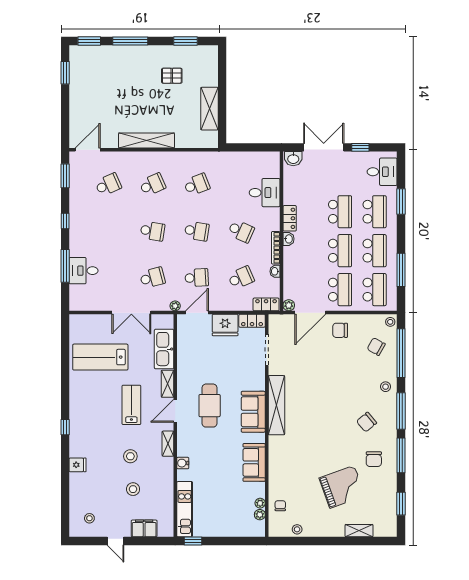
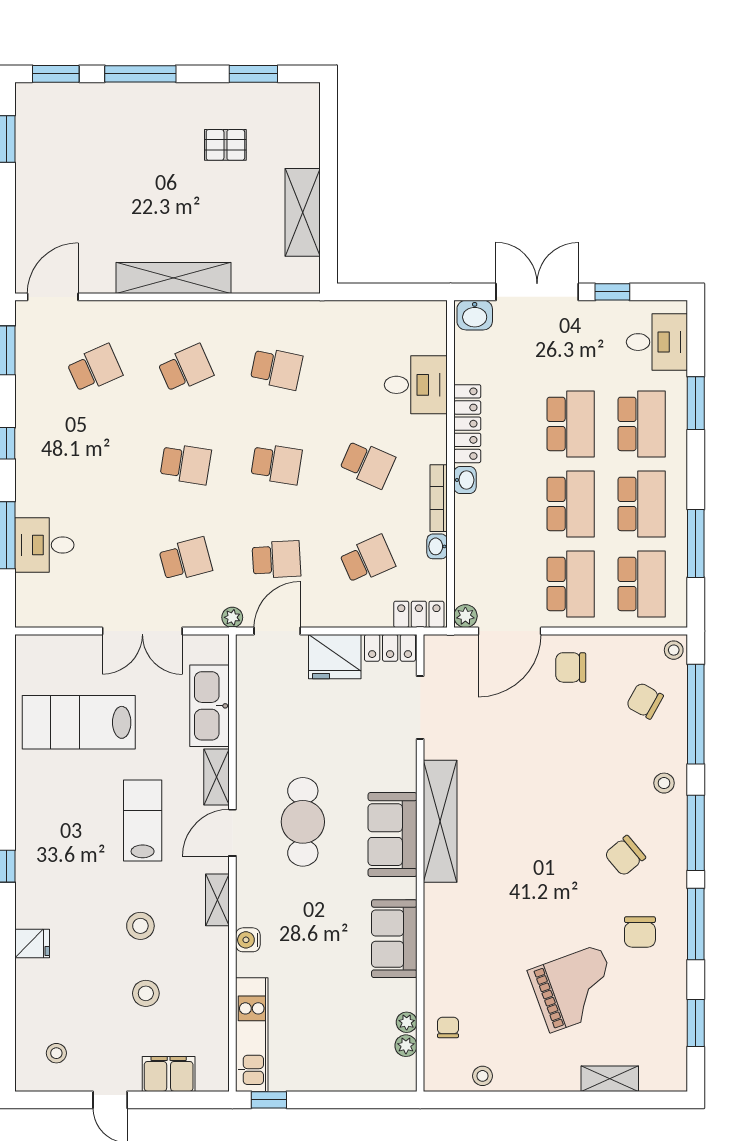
school desk: (197, 185) -> (276, 368), turned 33
locker: (290, 218) -> (467, 424), width x1.53

